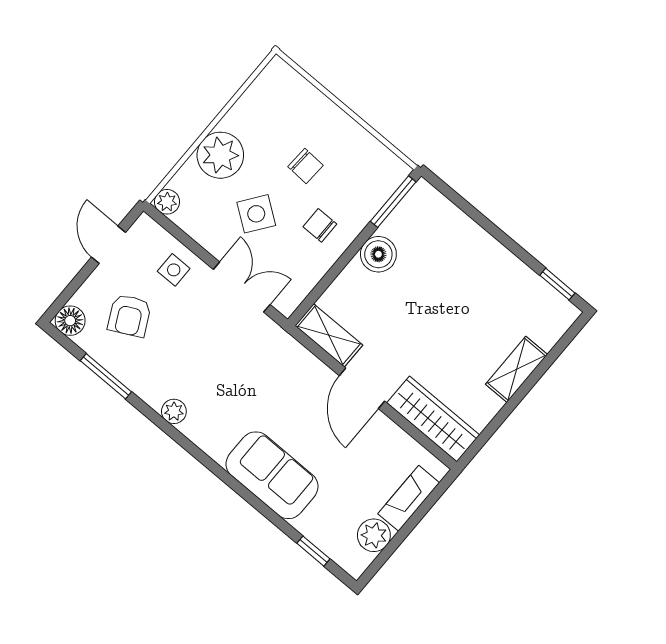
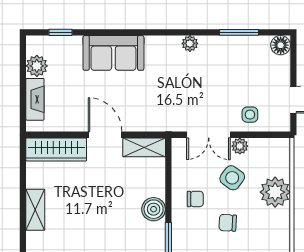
plant: (167, 202) -> (240, 146), moved
armchair: (130, 316) -> (253, 73), removed

